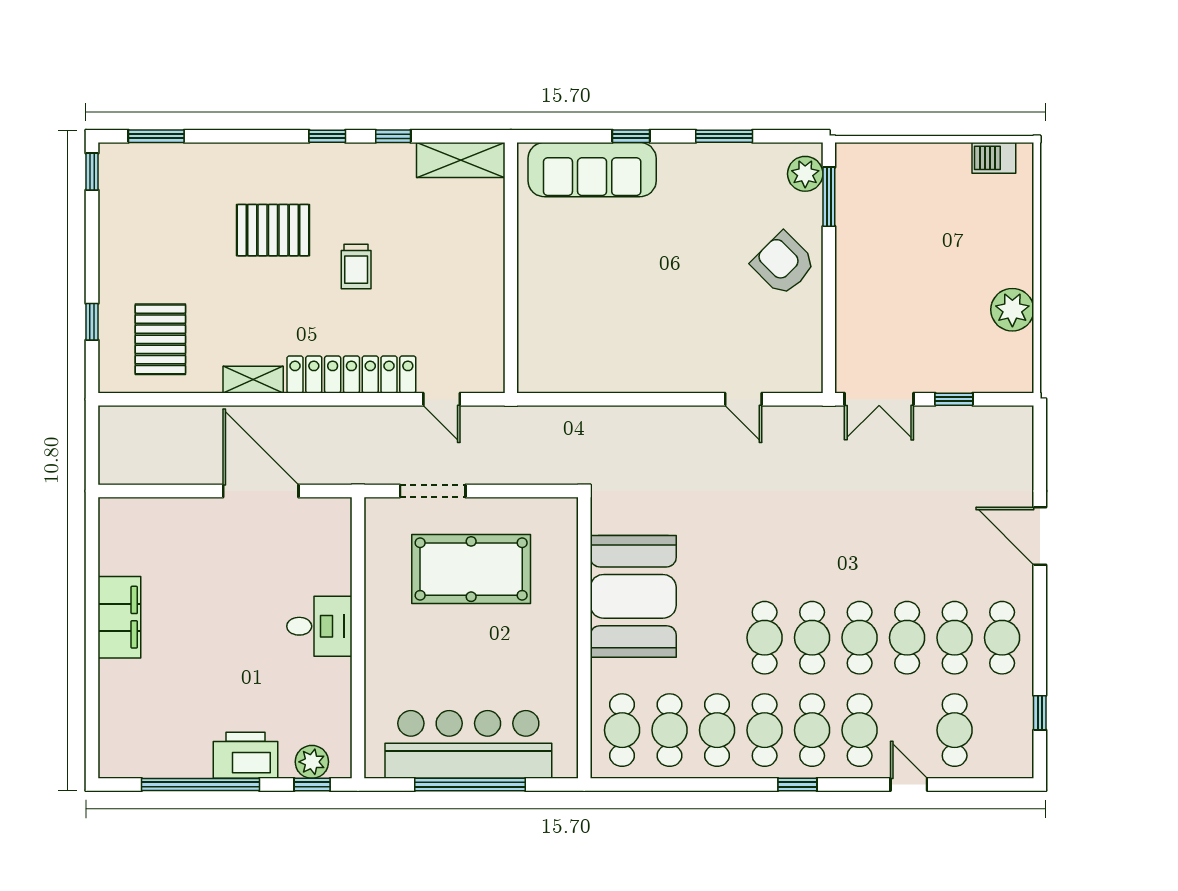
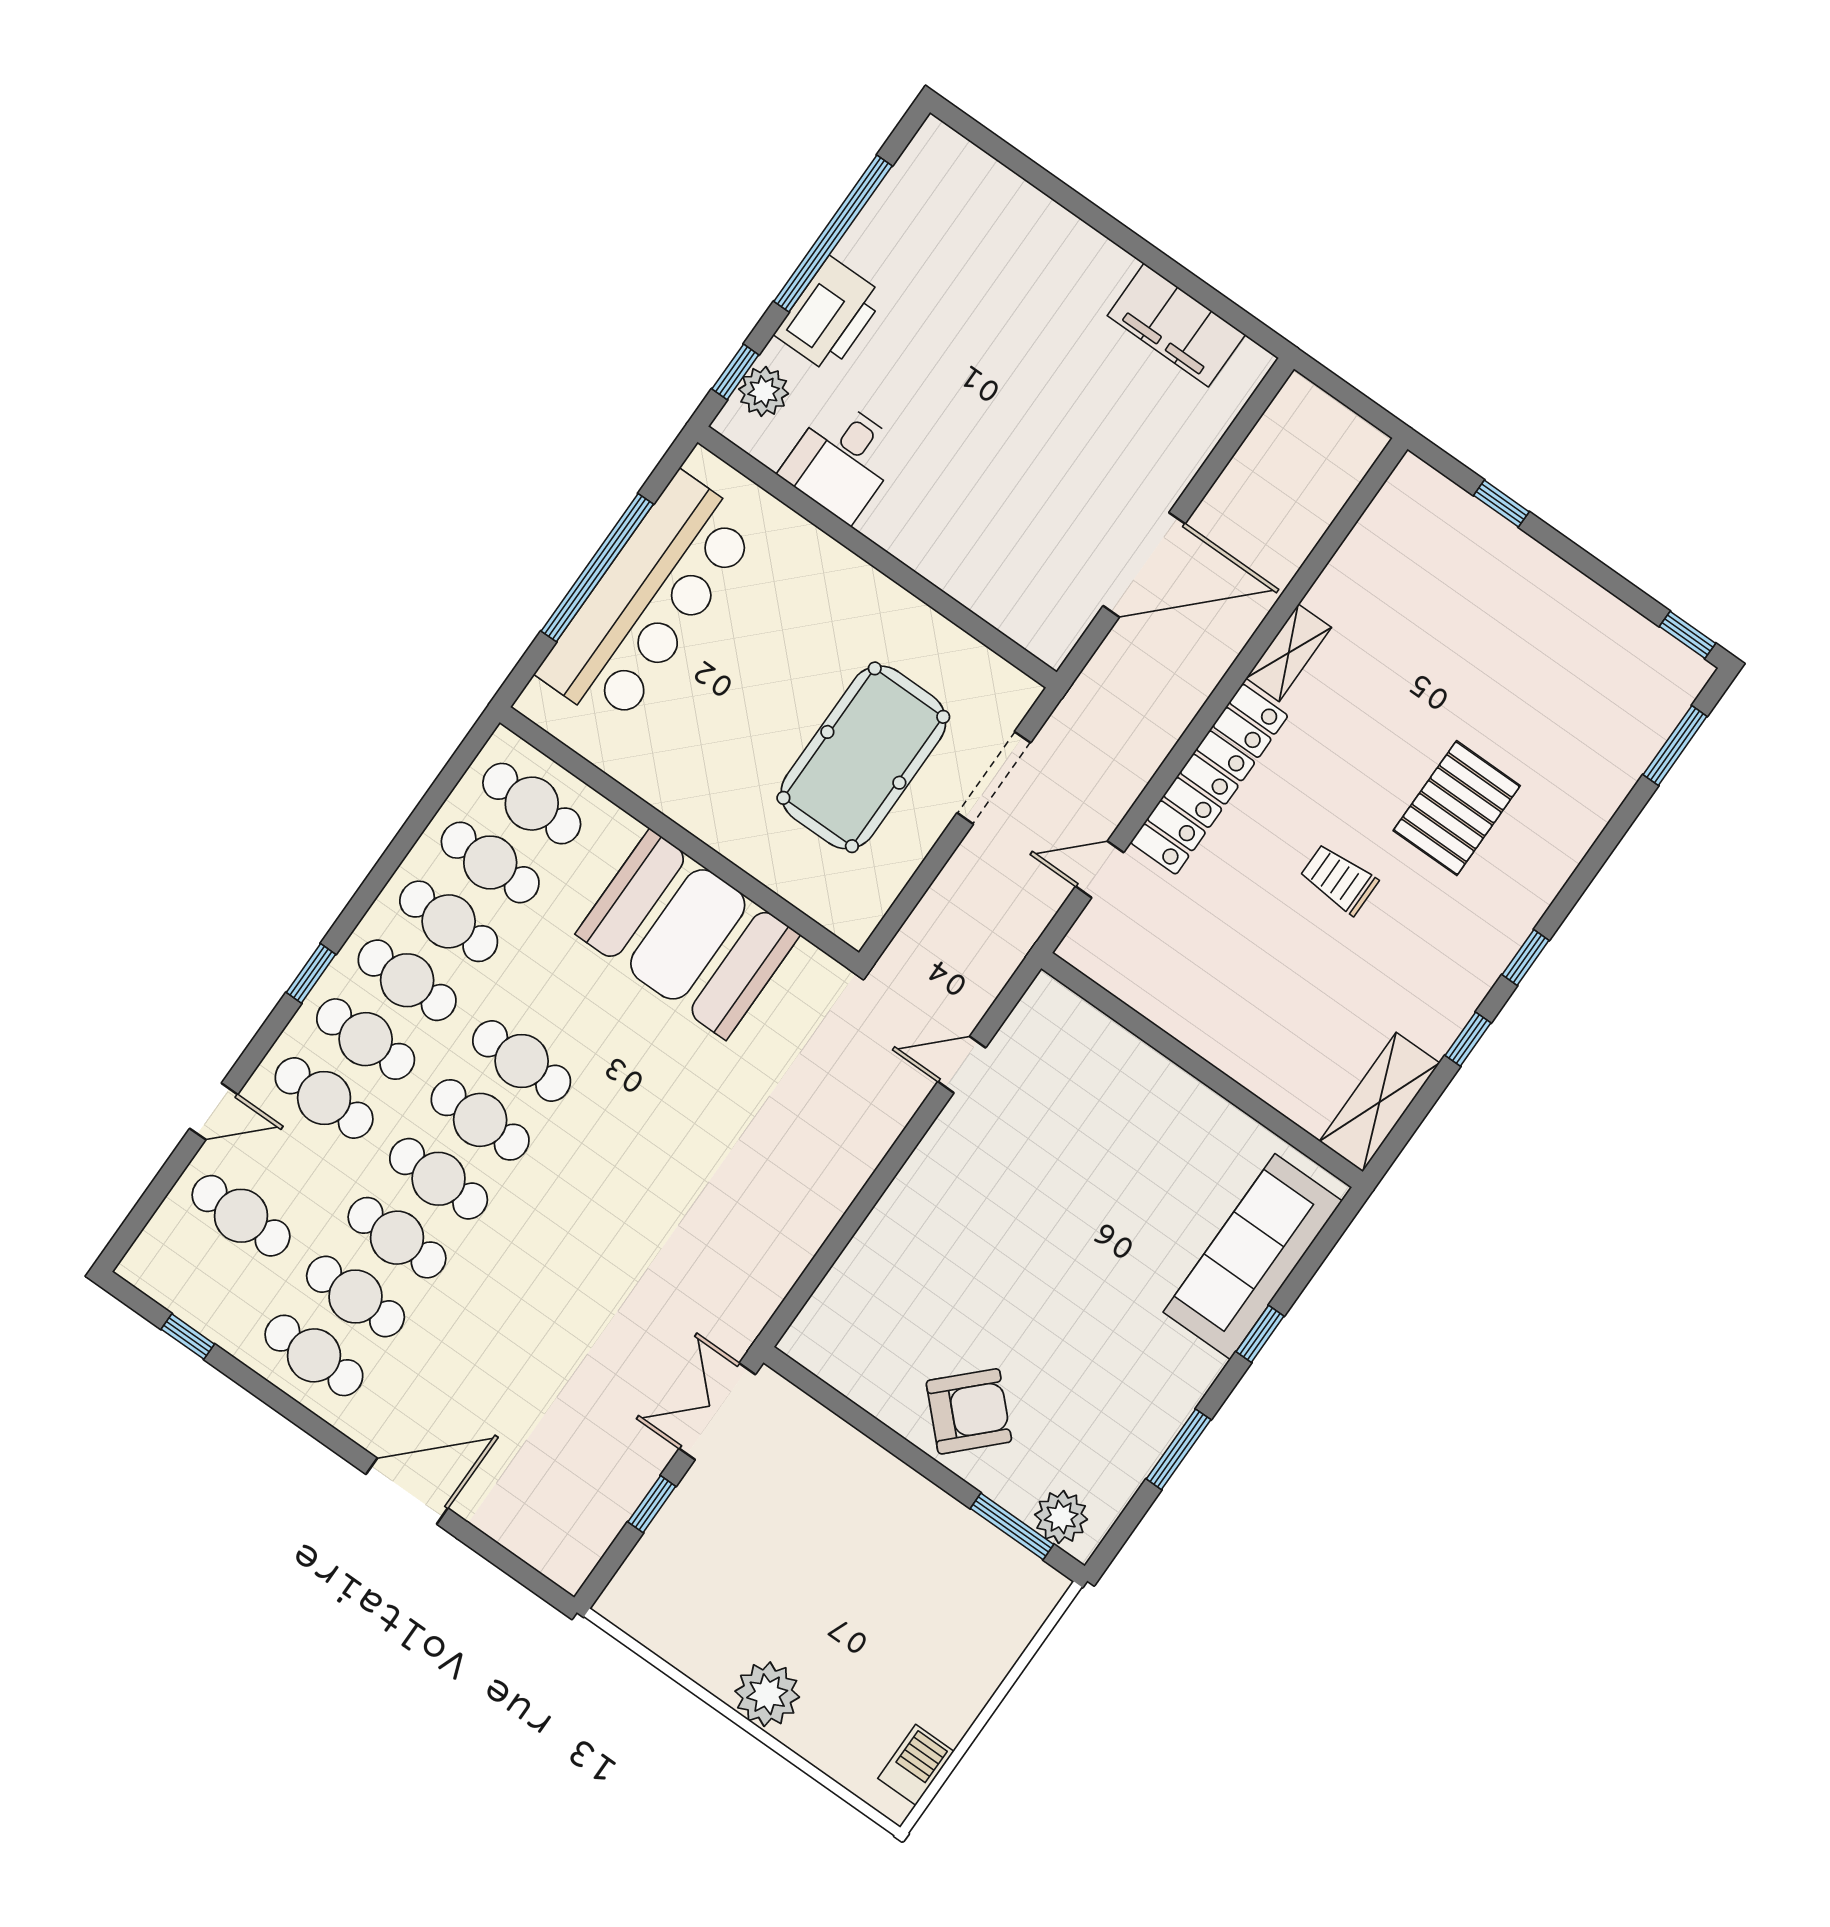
plant: (1012, 310) -> (767, 1694), moved
pallet: (160, 339) -> (1420, 573), removed
door: (743, 399) -> (962, 1065), moved
filing cabinet: (119, 617) -> (1176, 325), moved
desk: (319, 626) -> (842, 460), moved

